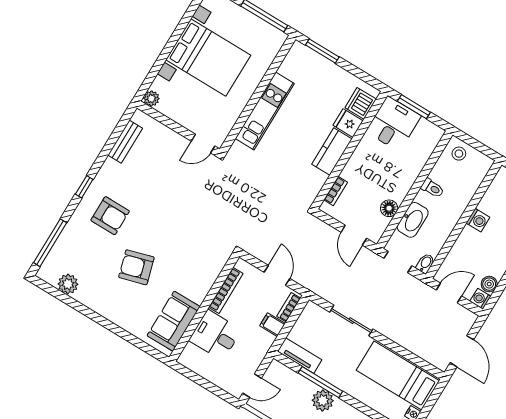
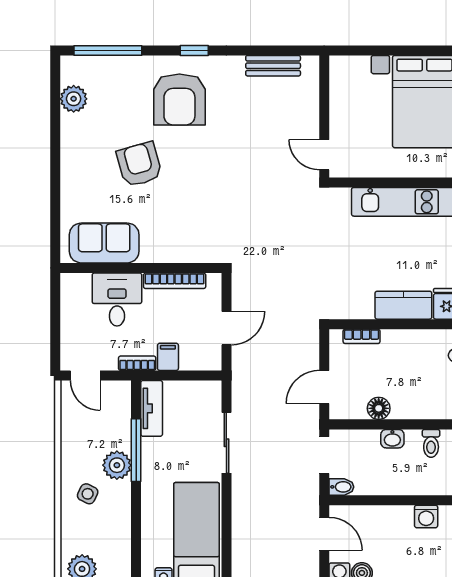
plant: (151, 99) -> (340, 66), removed
armchair: (110, 216) -> (179, 99), width x1.36, depth x1.36
washbasin: (413, 220) -> (392, 439), width x0.52, depth x0.69
bookcase: (289, 307) -> (137, 363), moved

